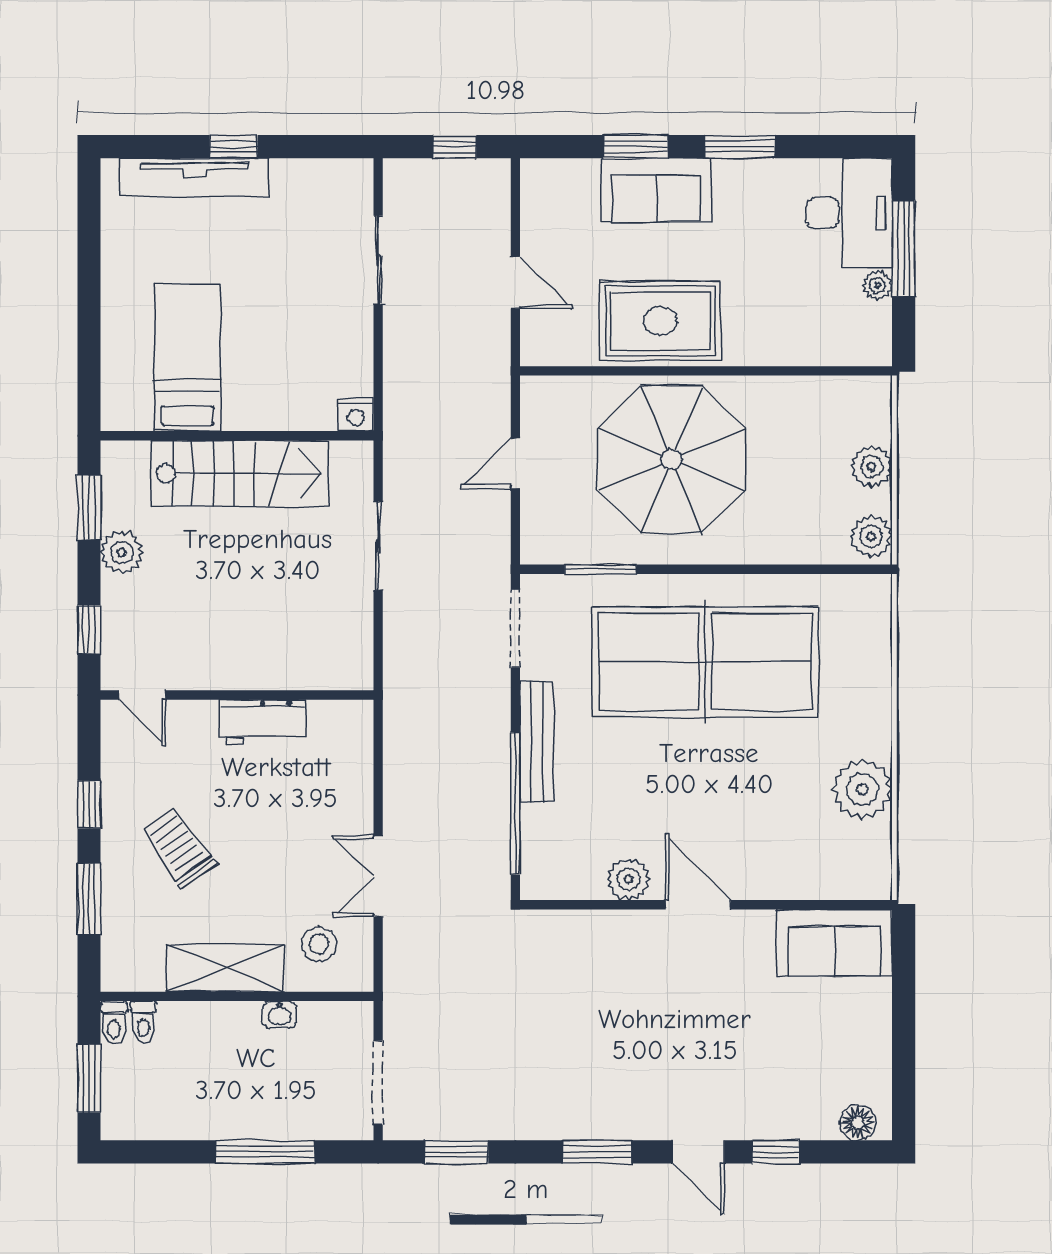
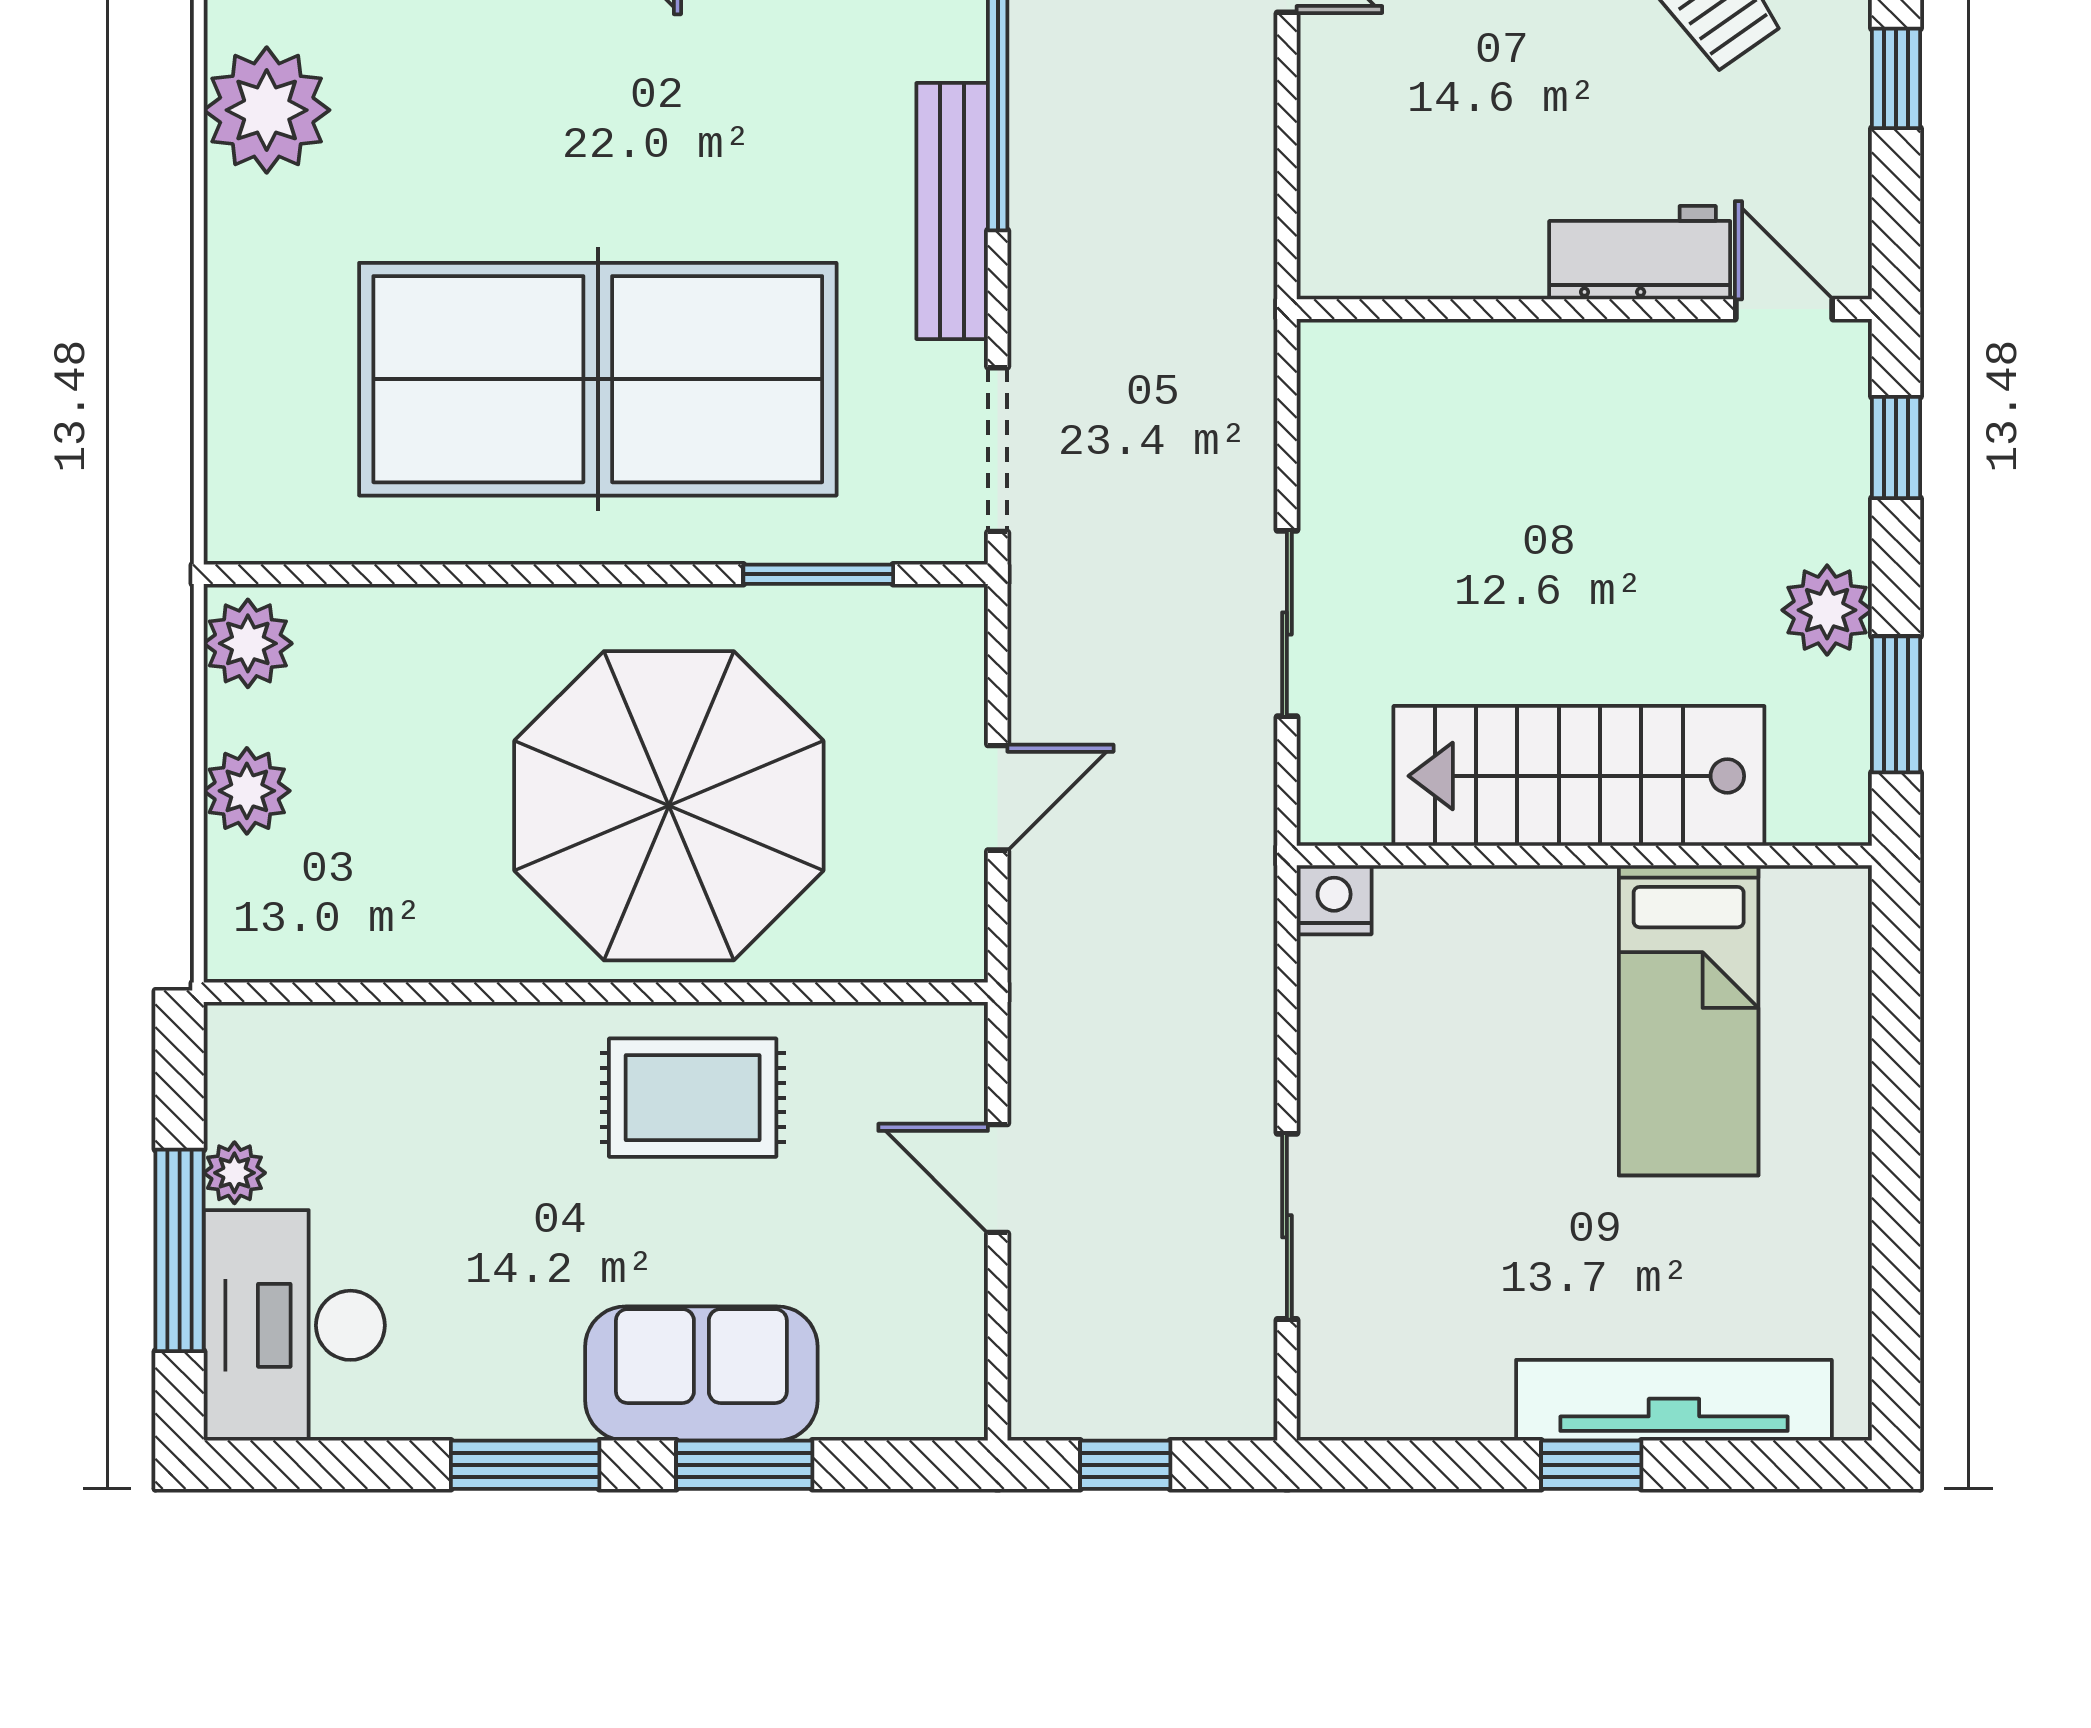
rug: (660, 321) -> (693, 1098), width x0.73, depth x0.70
workbench: (263, 722) -> (1640, 253), moved

